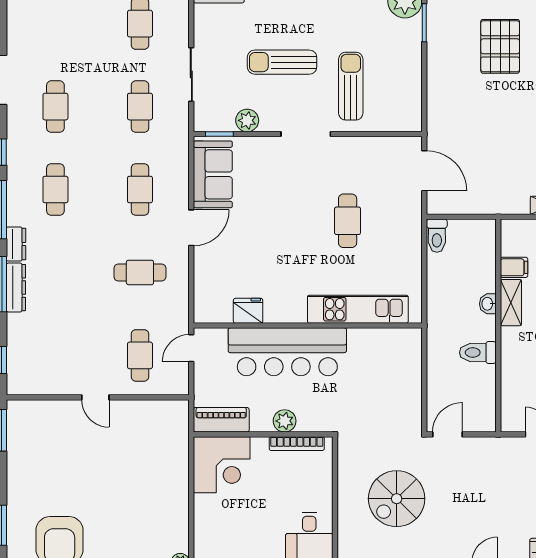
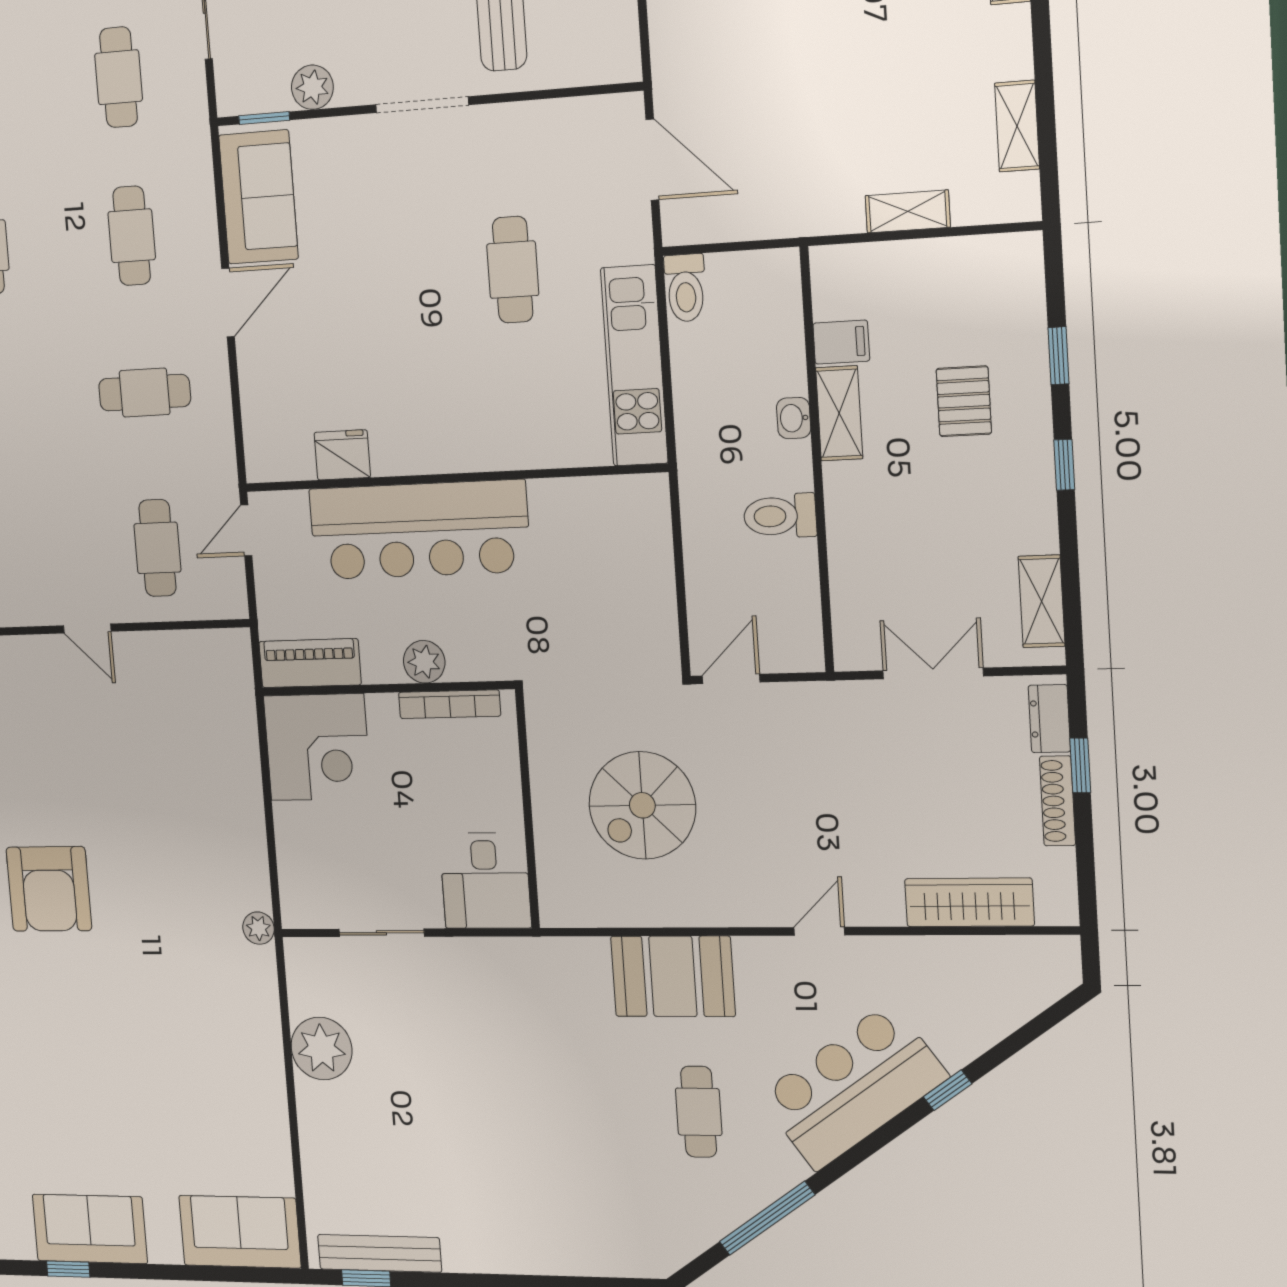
kitchen unit: (358, 309) -> (634, 366), moved, turned -90

